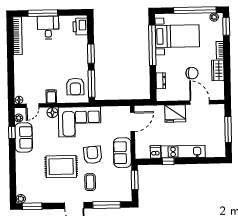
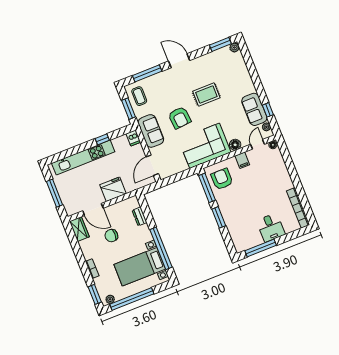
window: (43, 13) -> (261, 248), moved
printer: (80, 27) -> (239, 240), removed
wardrobe: (218, 70) -> (79, 229), moved
dishwasher: (155, 152) -> (133, 138), moved
kitchen unit: (183, 152) -> (83, 158), width x1.36
rug: (61, 167) -> (206, 95), width x0.73, depth x0.70
coffee table: (90, 182) -> (139, 96), moved

